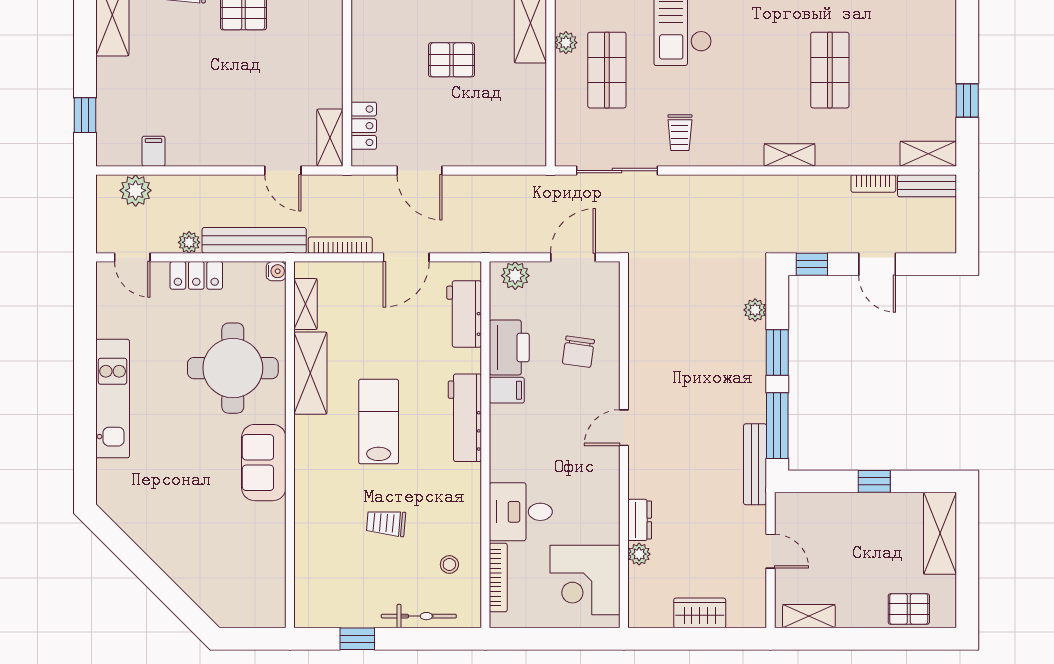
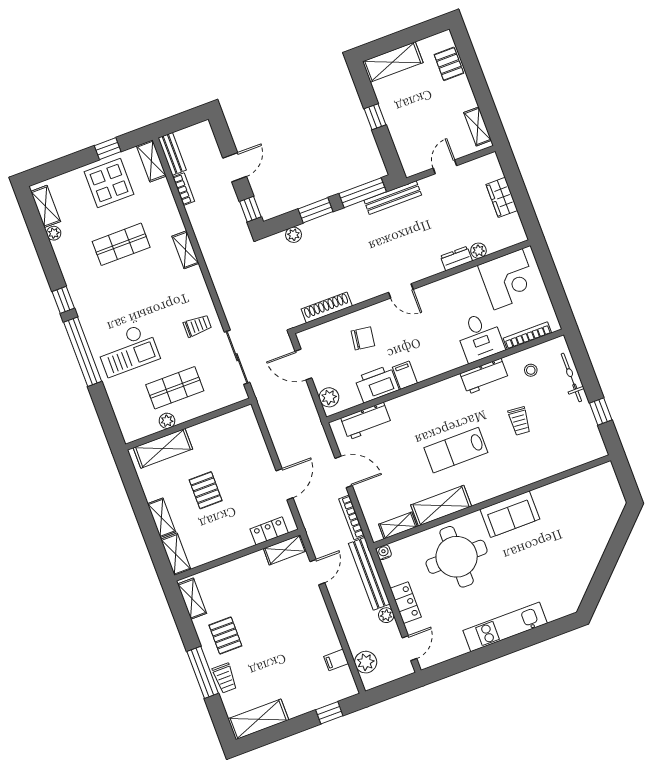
display table: (920, 85) -> (109, 183), added
shoe rack: (639, 318) -> (327, 308), added
workbench: (465, 418) -> (484, 376), moved, width x0.73

